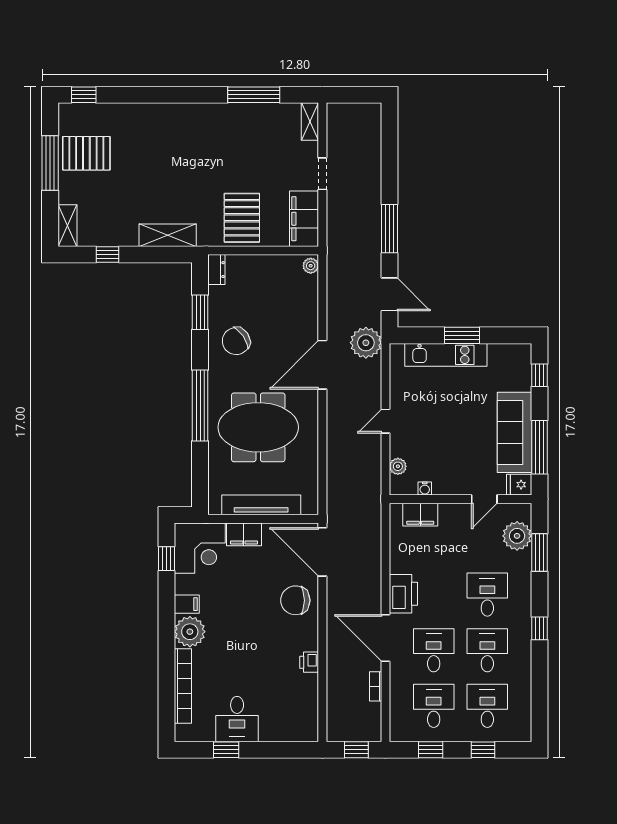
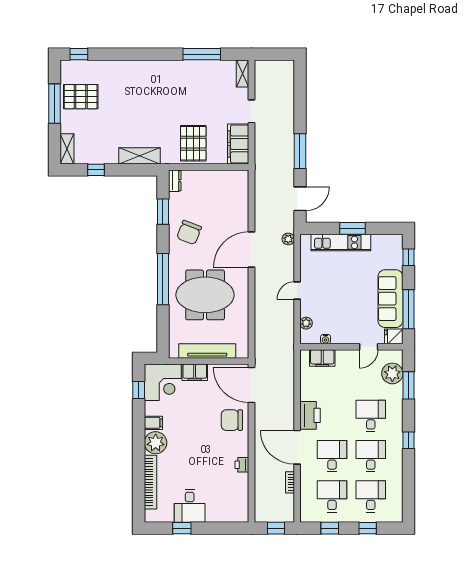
plant: (311, 266) -> (243, 178), removed
door: (389, 294) -> (300, 199), hinge flipped
chair: (236, 341) -> (189, 232), turned -34
plant: (366, 343) -> (288, 239), width x0.53, depth x0.53

